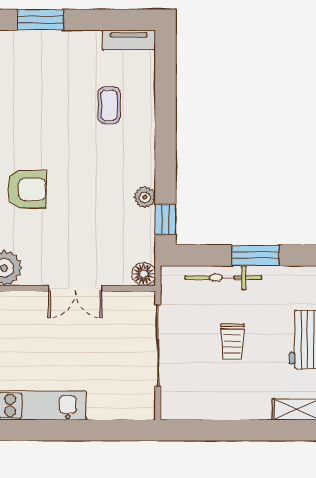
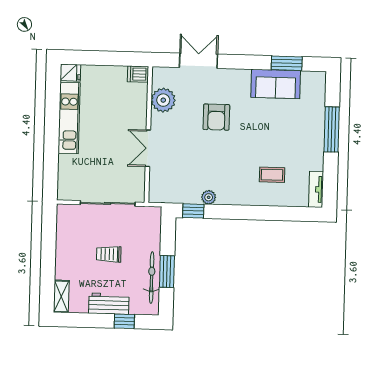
window: (40, 20) -> (332, 129), width x1.44
floor lamp: (144, 274) -> (156, 195), removed
bicycle: (223, 278) -> (152, 278), moved

